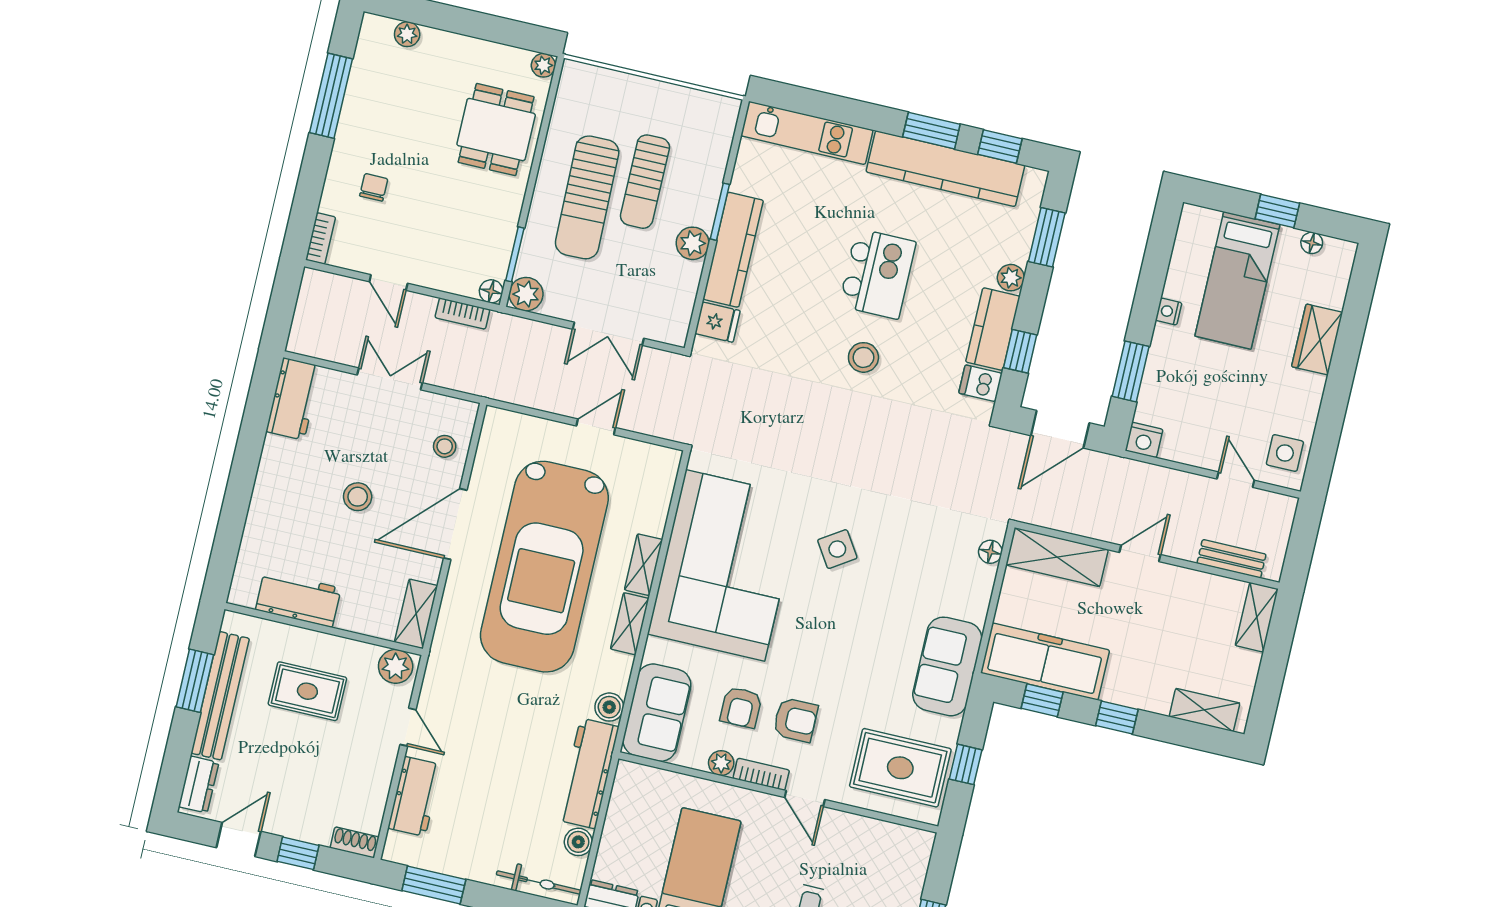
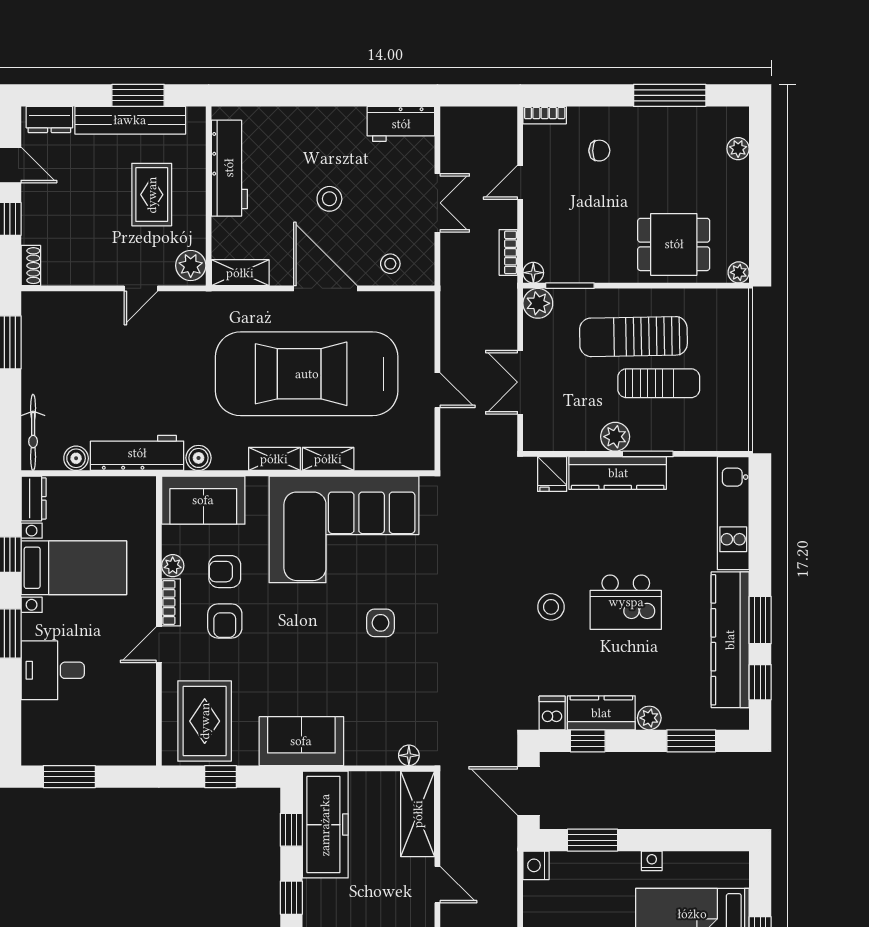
sun lounger: (645, 182) -> (659, 383), turned 180
side table: (837, 549) -> (381, 623), turned 33
workbench: (298, 599) -> (229, 168), width x1.38
workbench: (415, 796) -> (82, 308), removed

